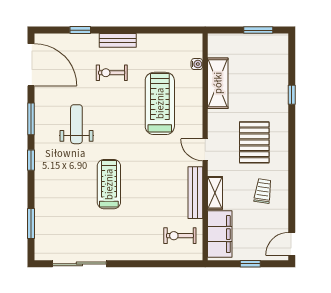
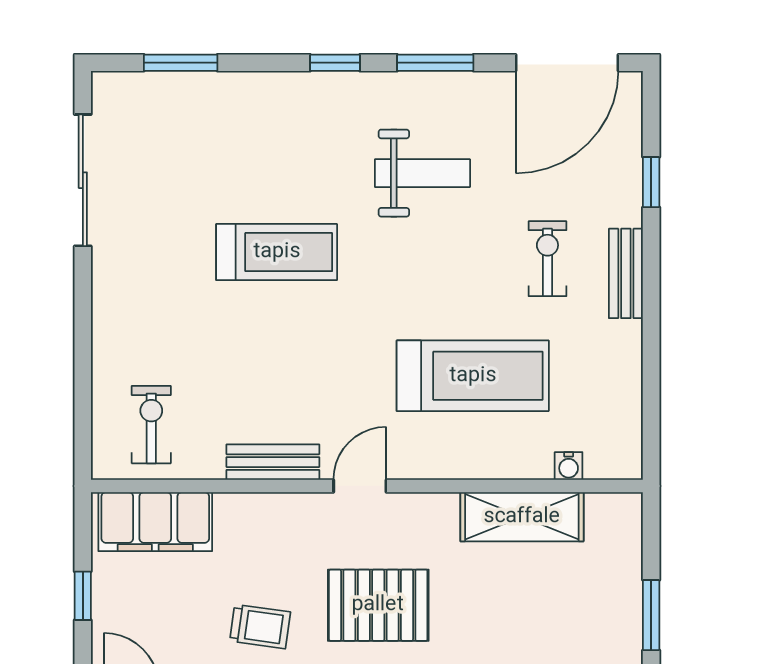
bench: (195, 193) -> (273, 462), width x0.73
shelving: (215, 193) -> (256, 510), removed

